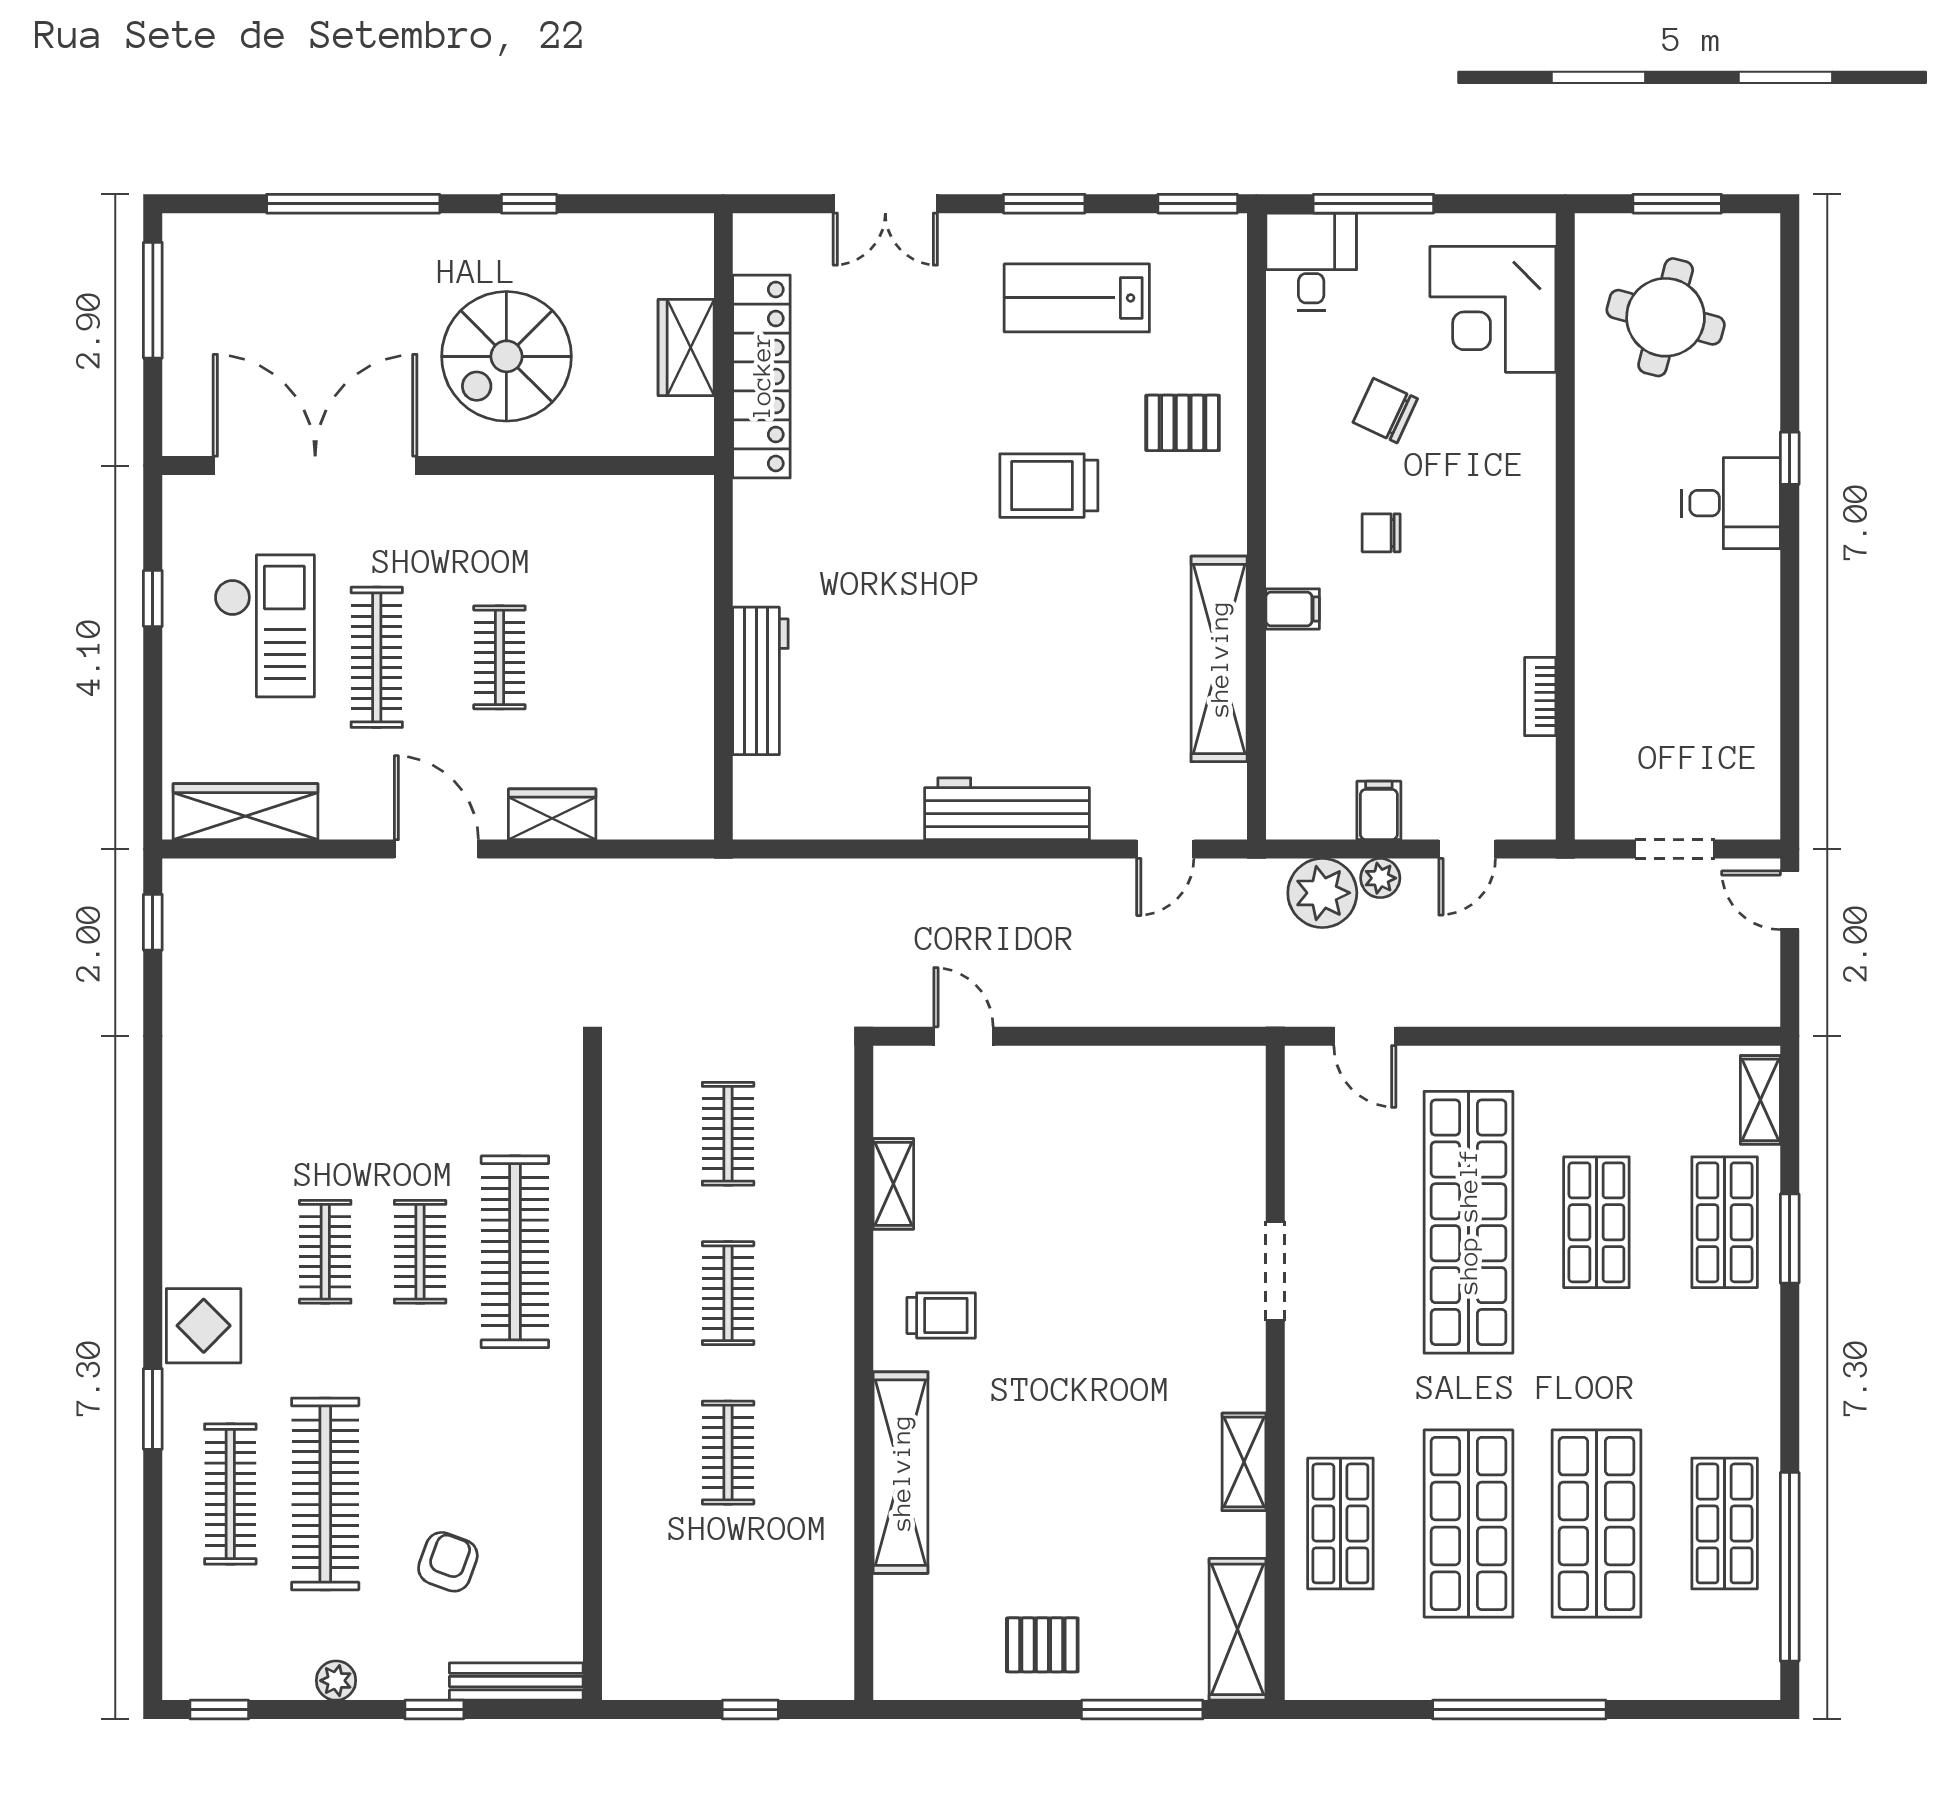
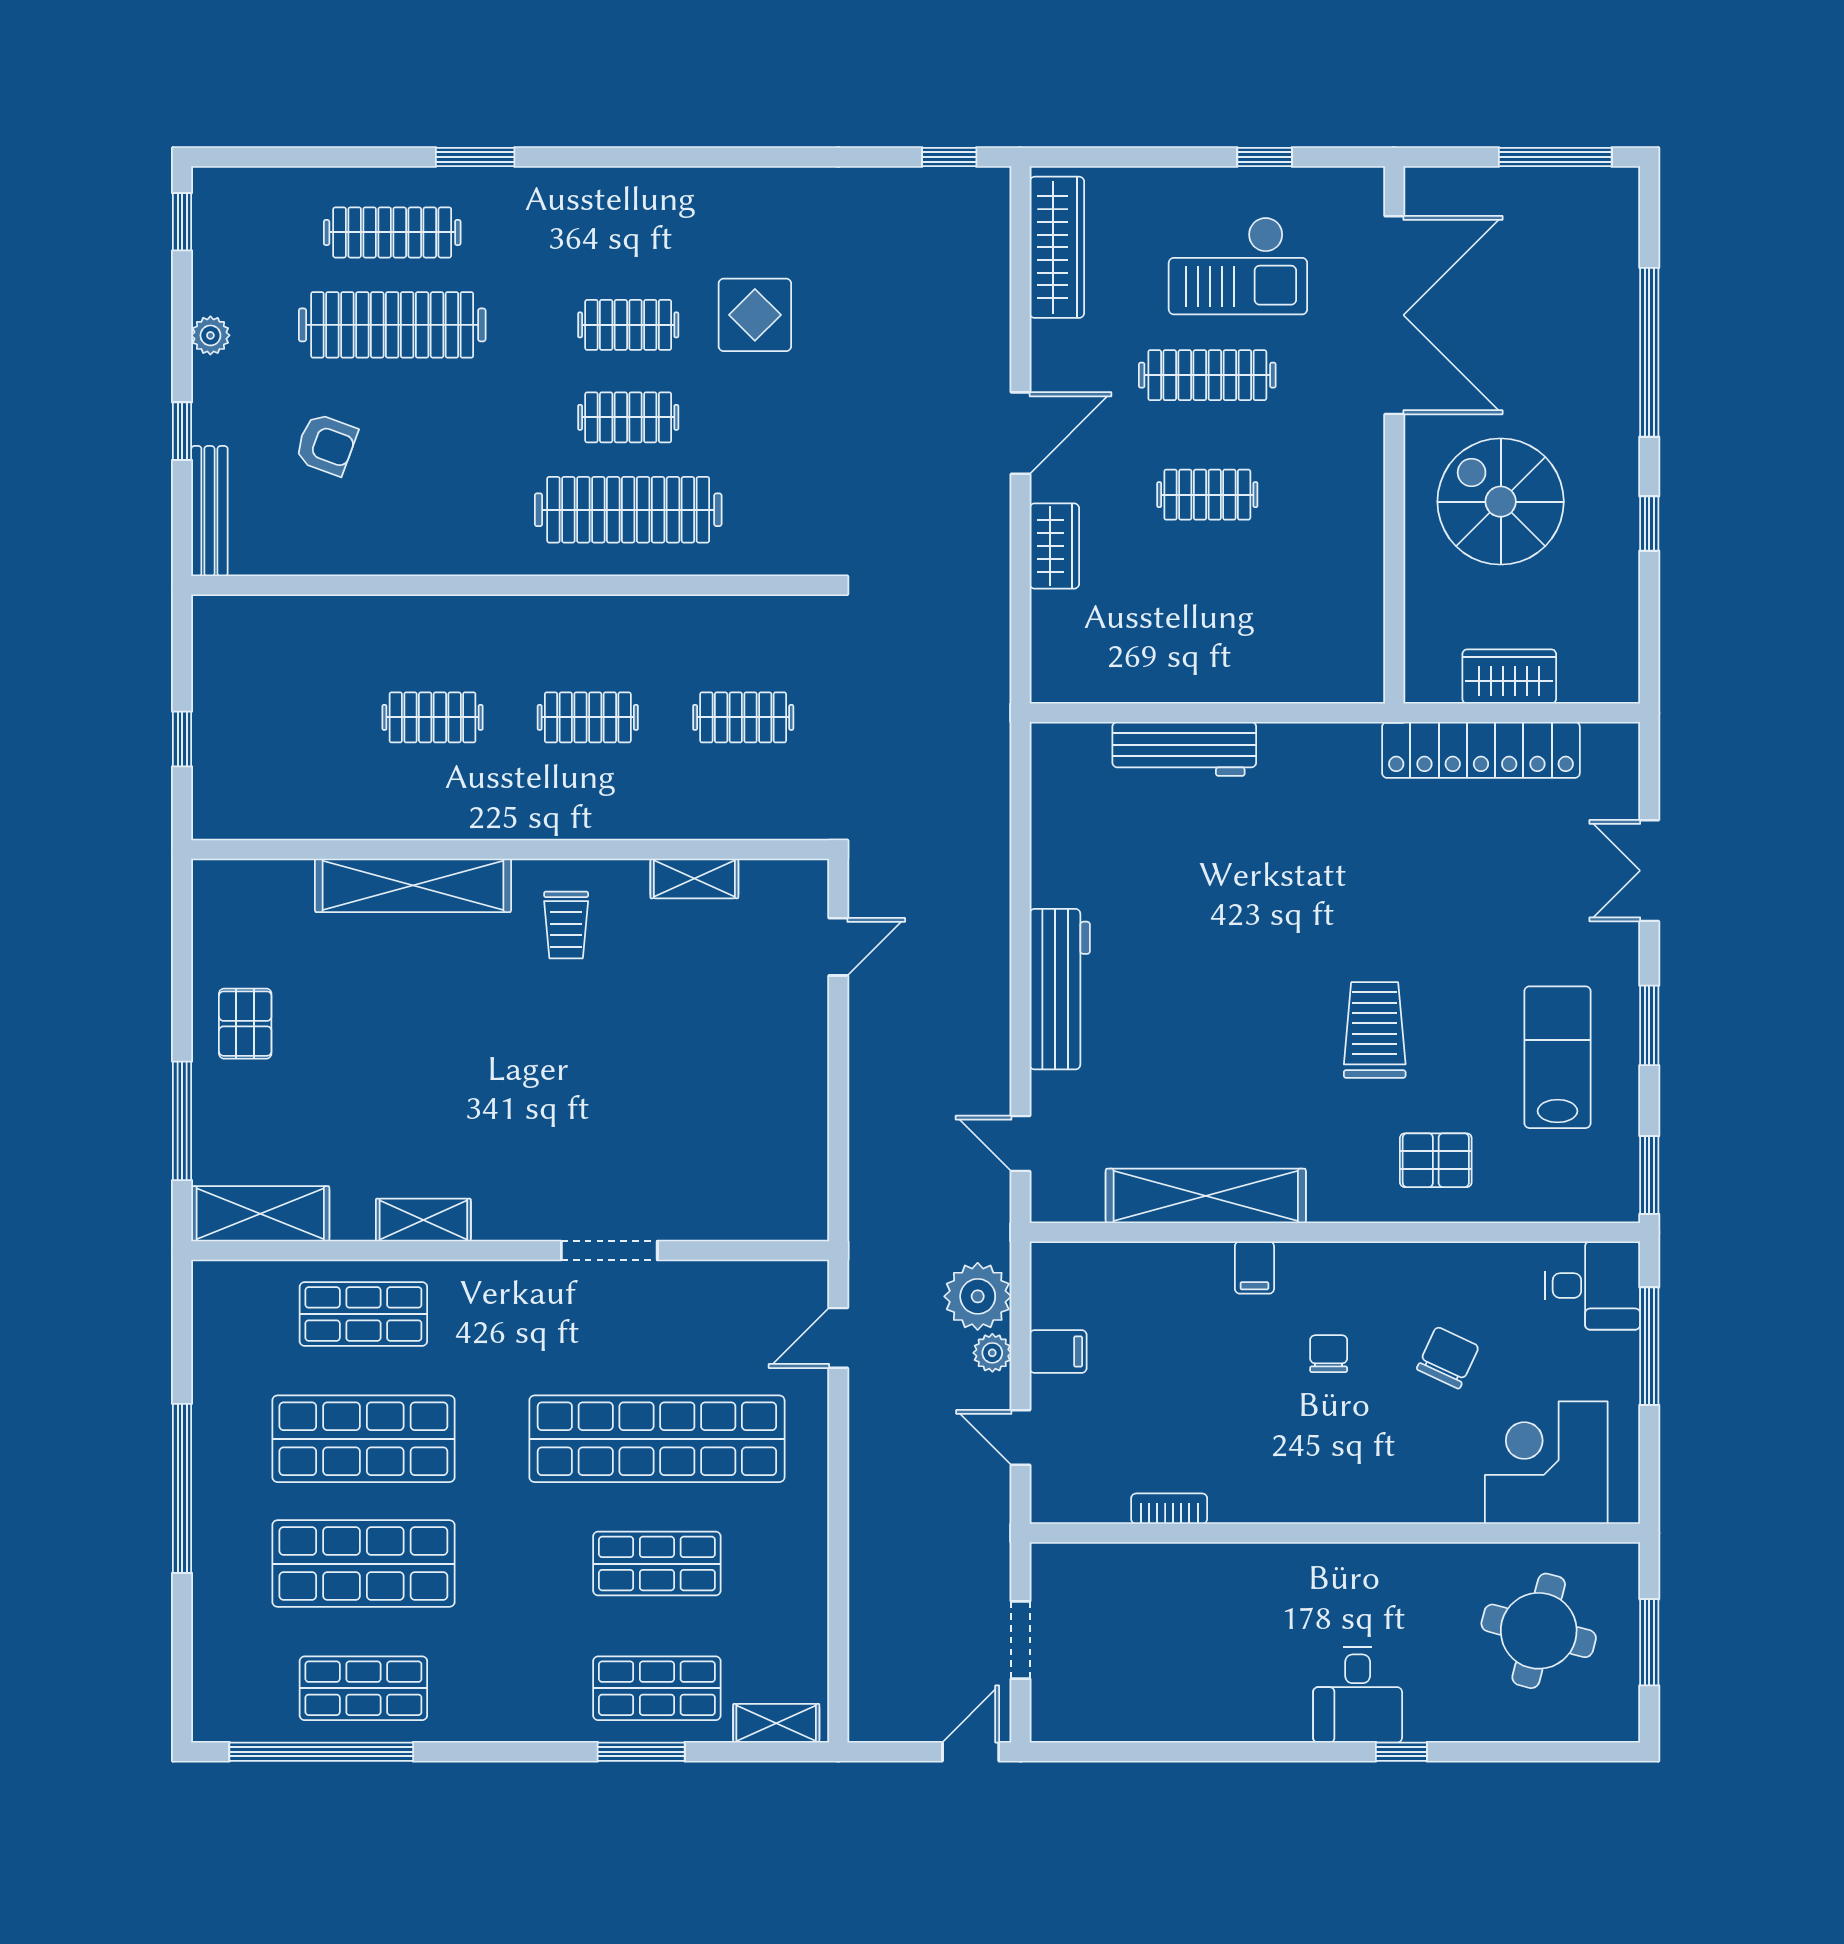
pallet: (1183, 423) -> (1436, 1160), turned 90
display table: (204, 1326) -> (755, 315), moved

